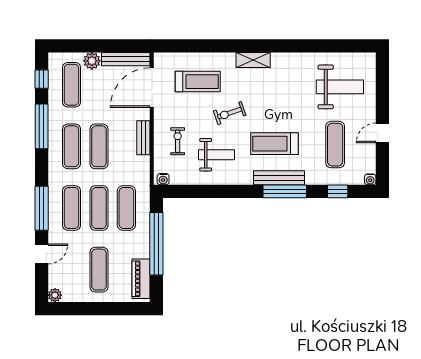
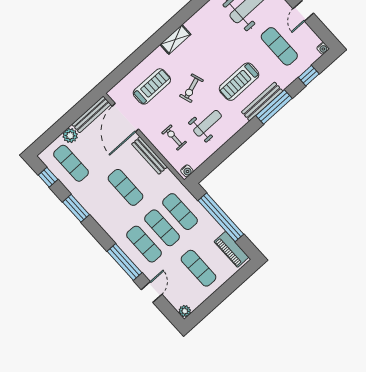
window: (42, 126) -> (76, 208), width x0.69
bench: (143, 138) -> (149, 156), width x1.36
exercise mat: (72, 146) -> (108, 204), removed

